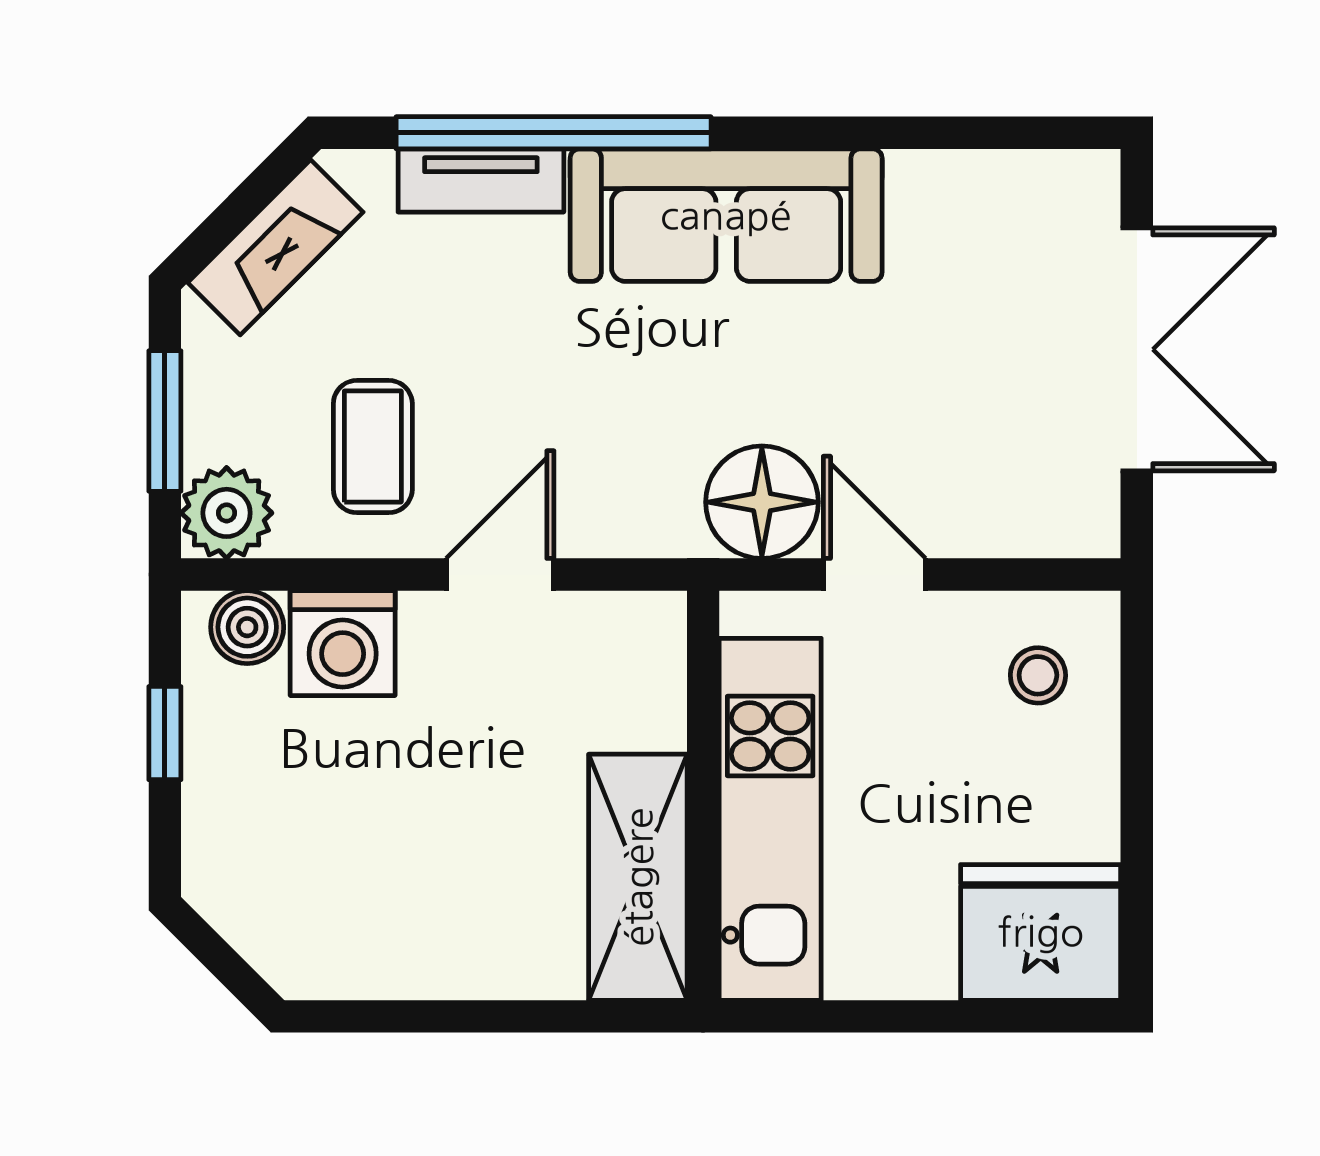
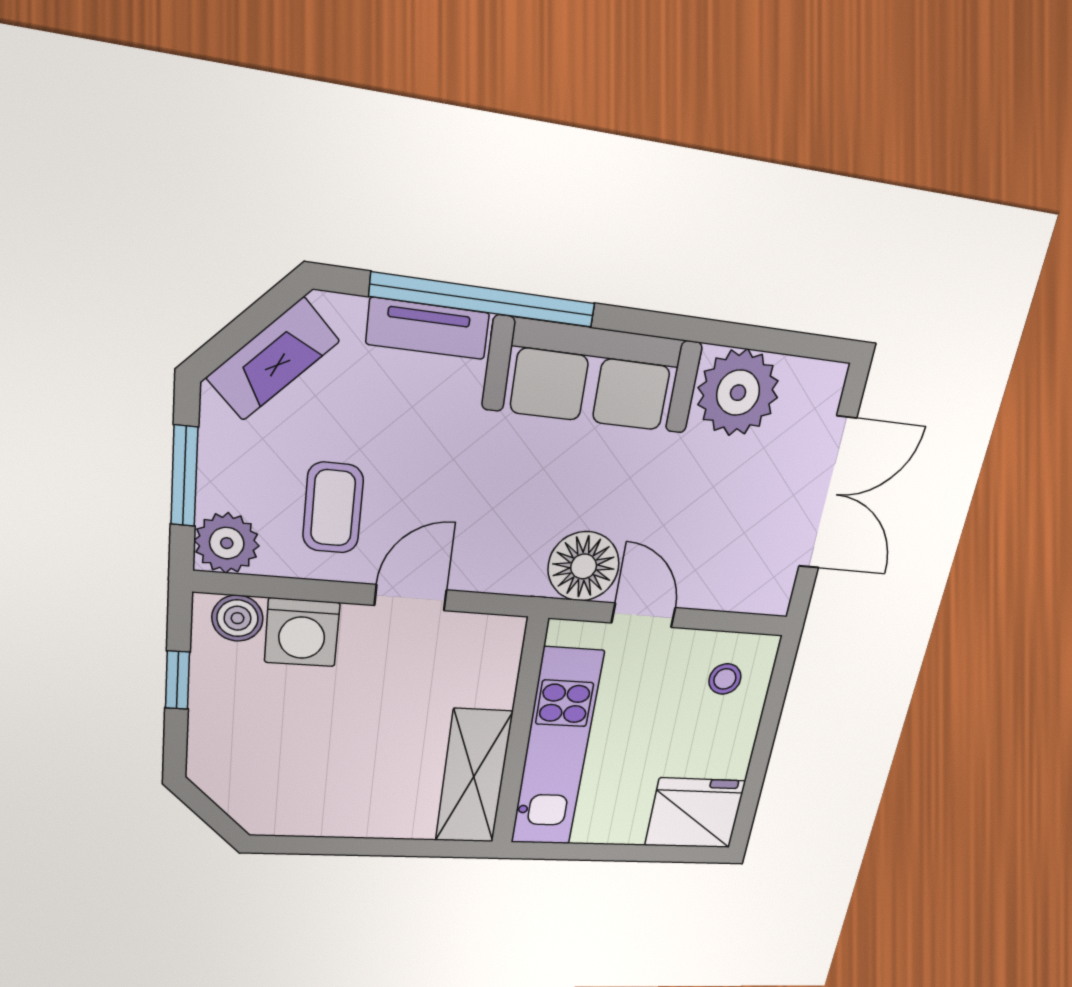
plant: (953, 213) -> (738, 393), added

